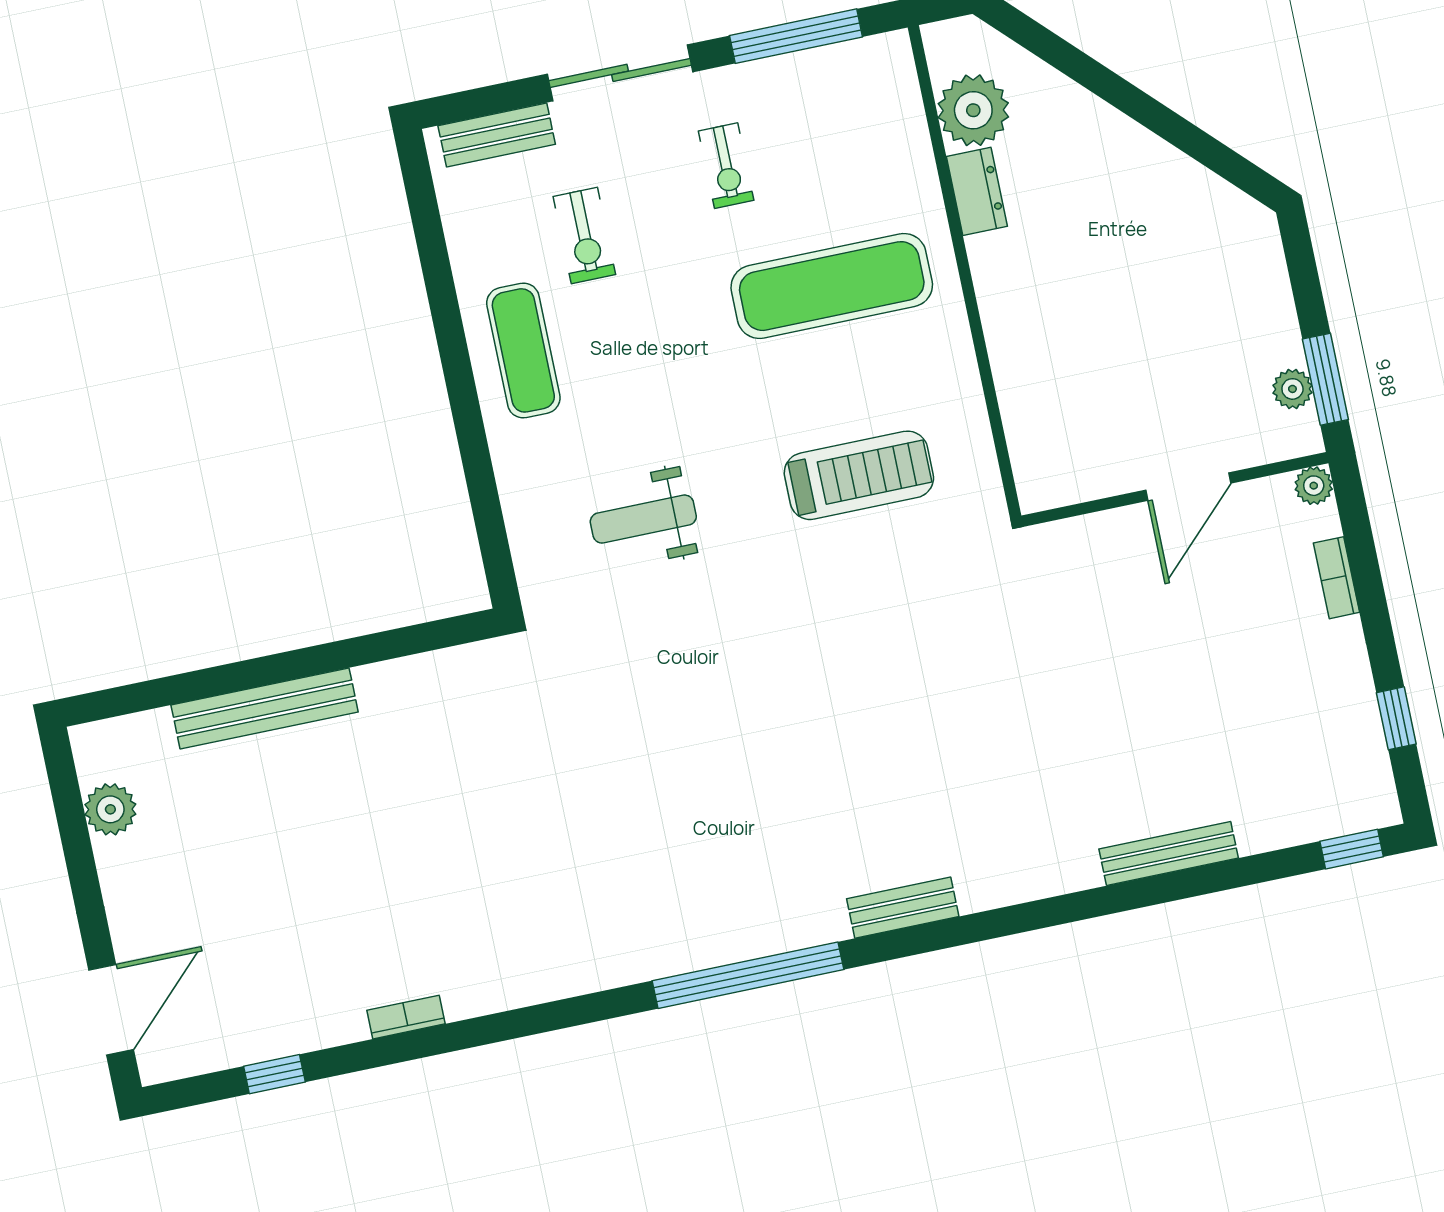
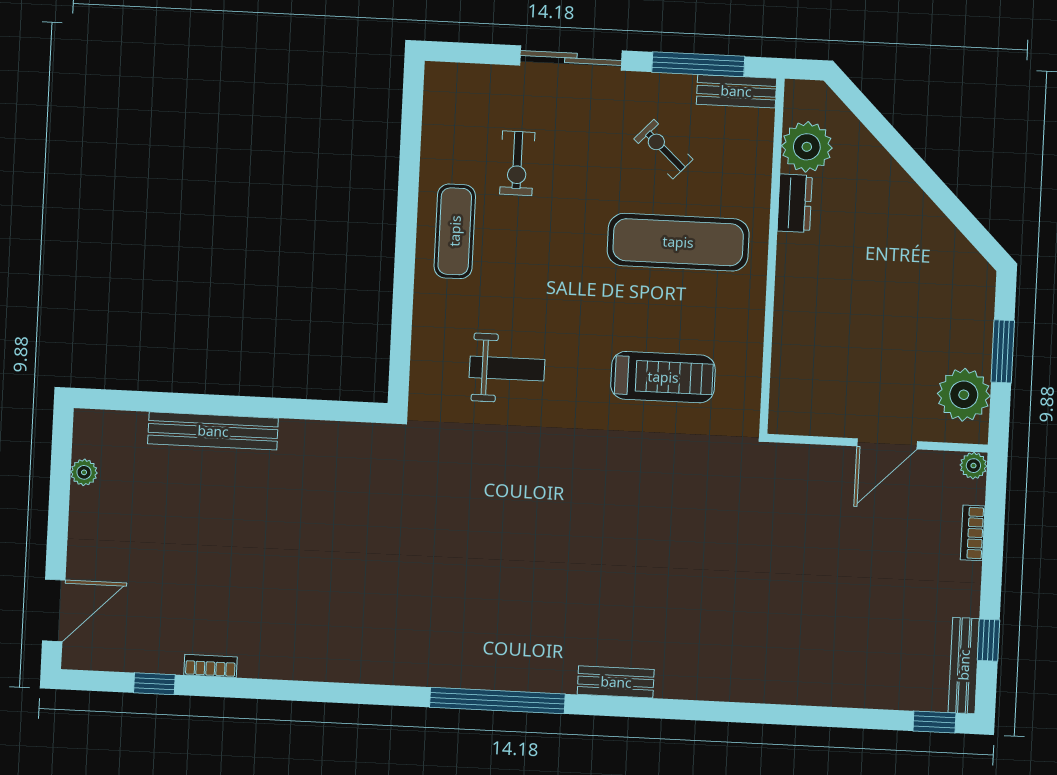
bench: (497, 135) -> (736, 91), moved
exercise bike: (726, 166) -> (663, 149), moved, turned 133
window: (1325, 379) -> (1003, 351), moved
plant: (1292, 389) -> (964, 395), width x1.87, depth x1.87
weight bench: (643, 519) -> (507, 369), turned 180
plant: (110, 809) -> (84, 472), width x0.73, depth x0.73
bench: (1169, 854) -> (964, 665), moved, turned 90
bookcase: (406, 1017) -> (210, 666), moved

